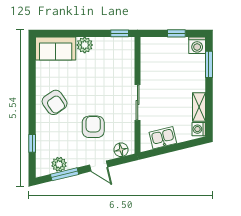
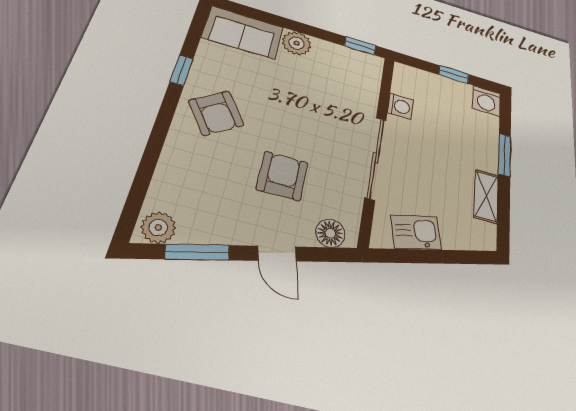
window: (209, 64) -> (505, 155), moved
sliding door: (138, 103) -> (376, 158), width x1.37
washing machine: (199, 129) -> (400, 106), moved, turned 180
window: (32, 143) -> (182, 70), moved
plant: (59, 164) -> (158, 228), moved

